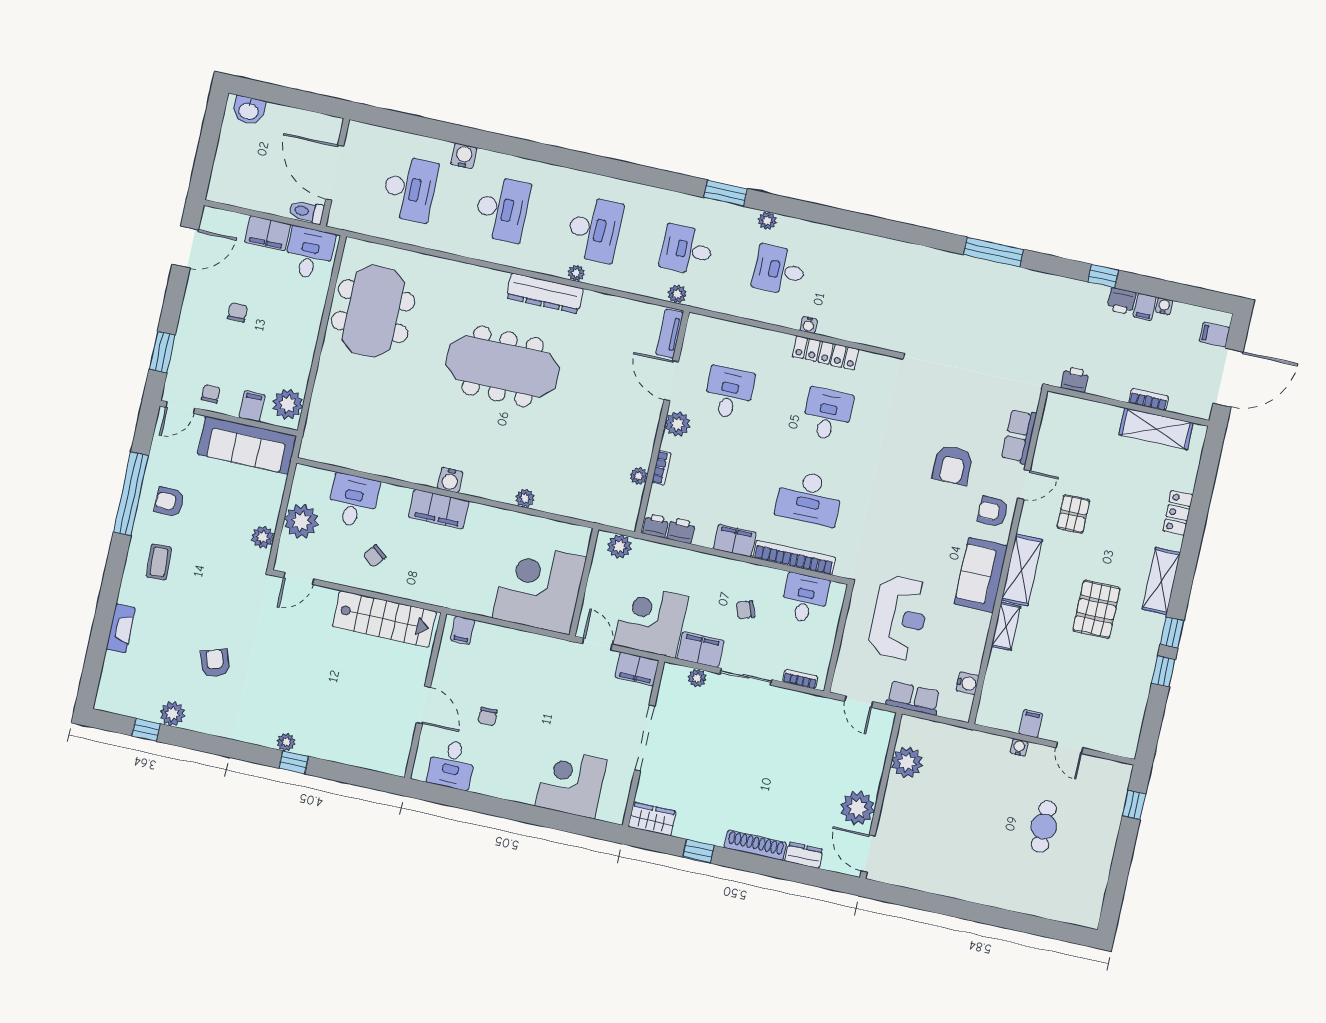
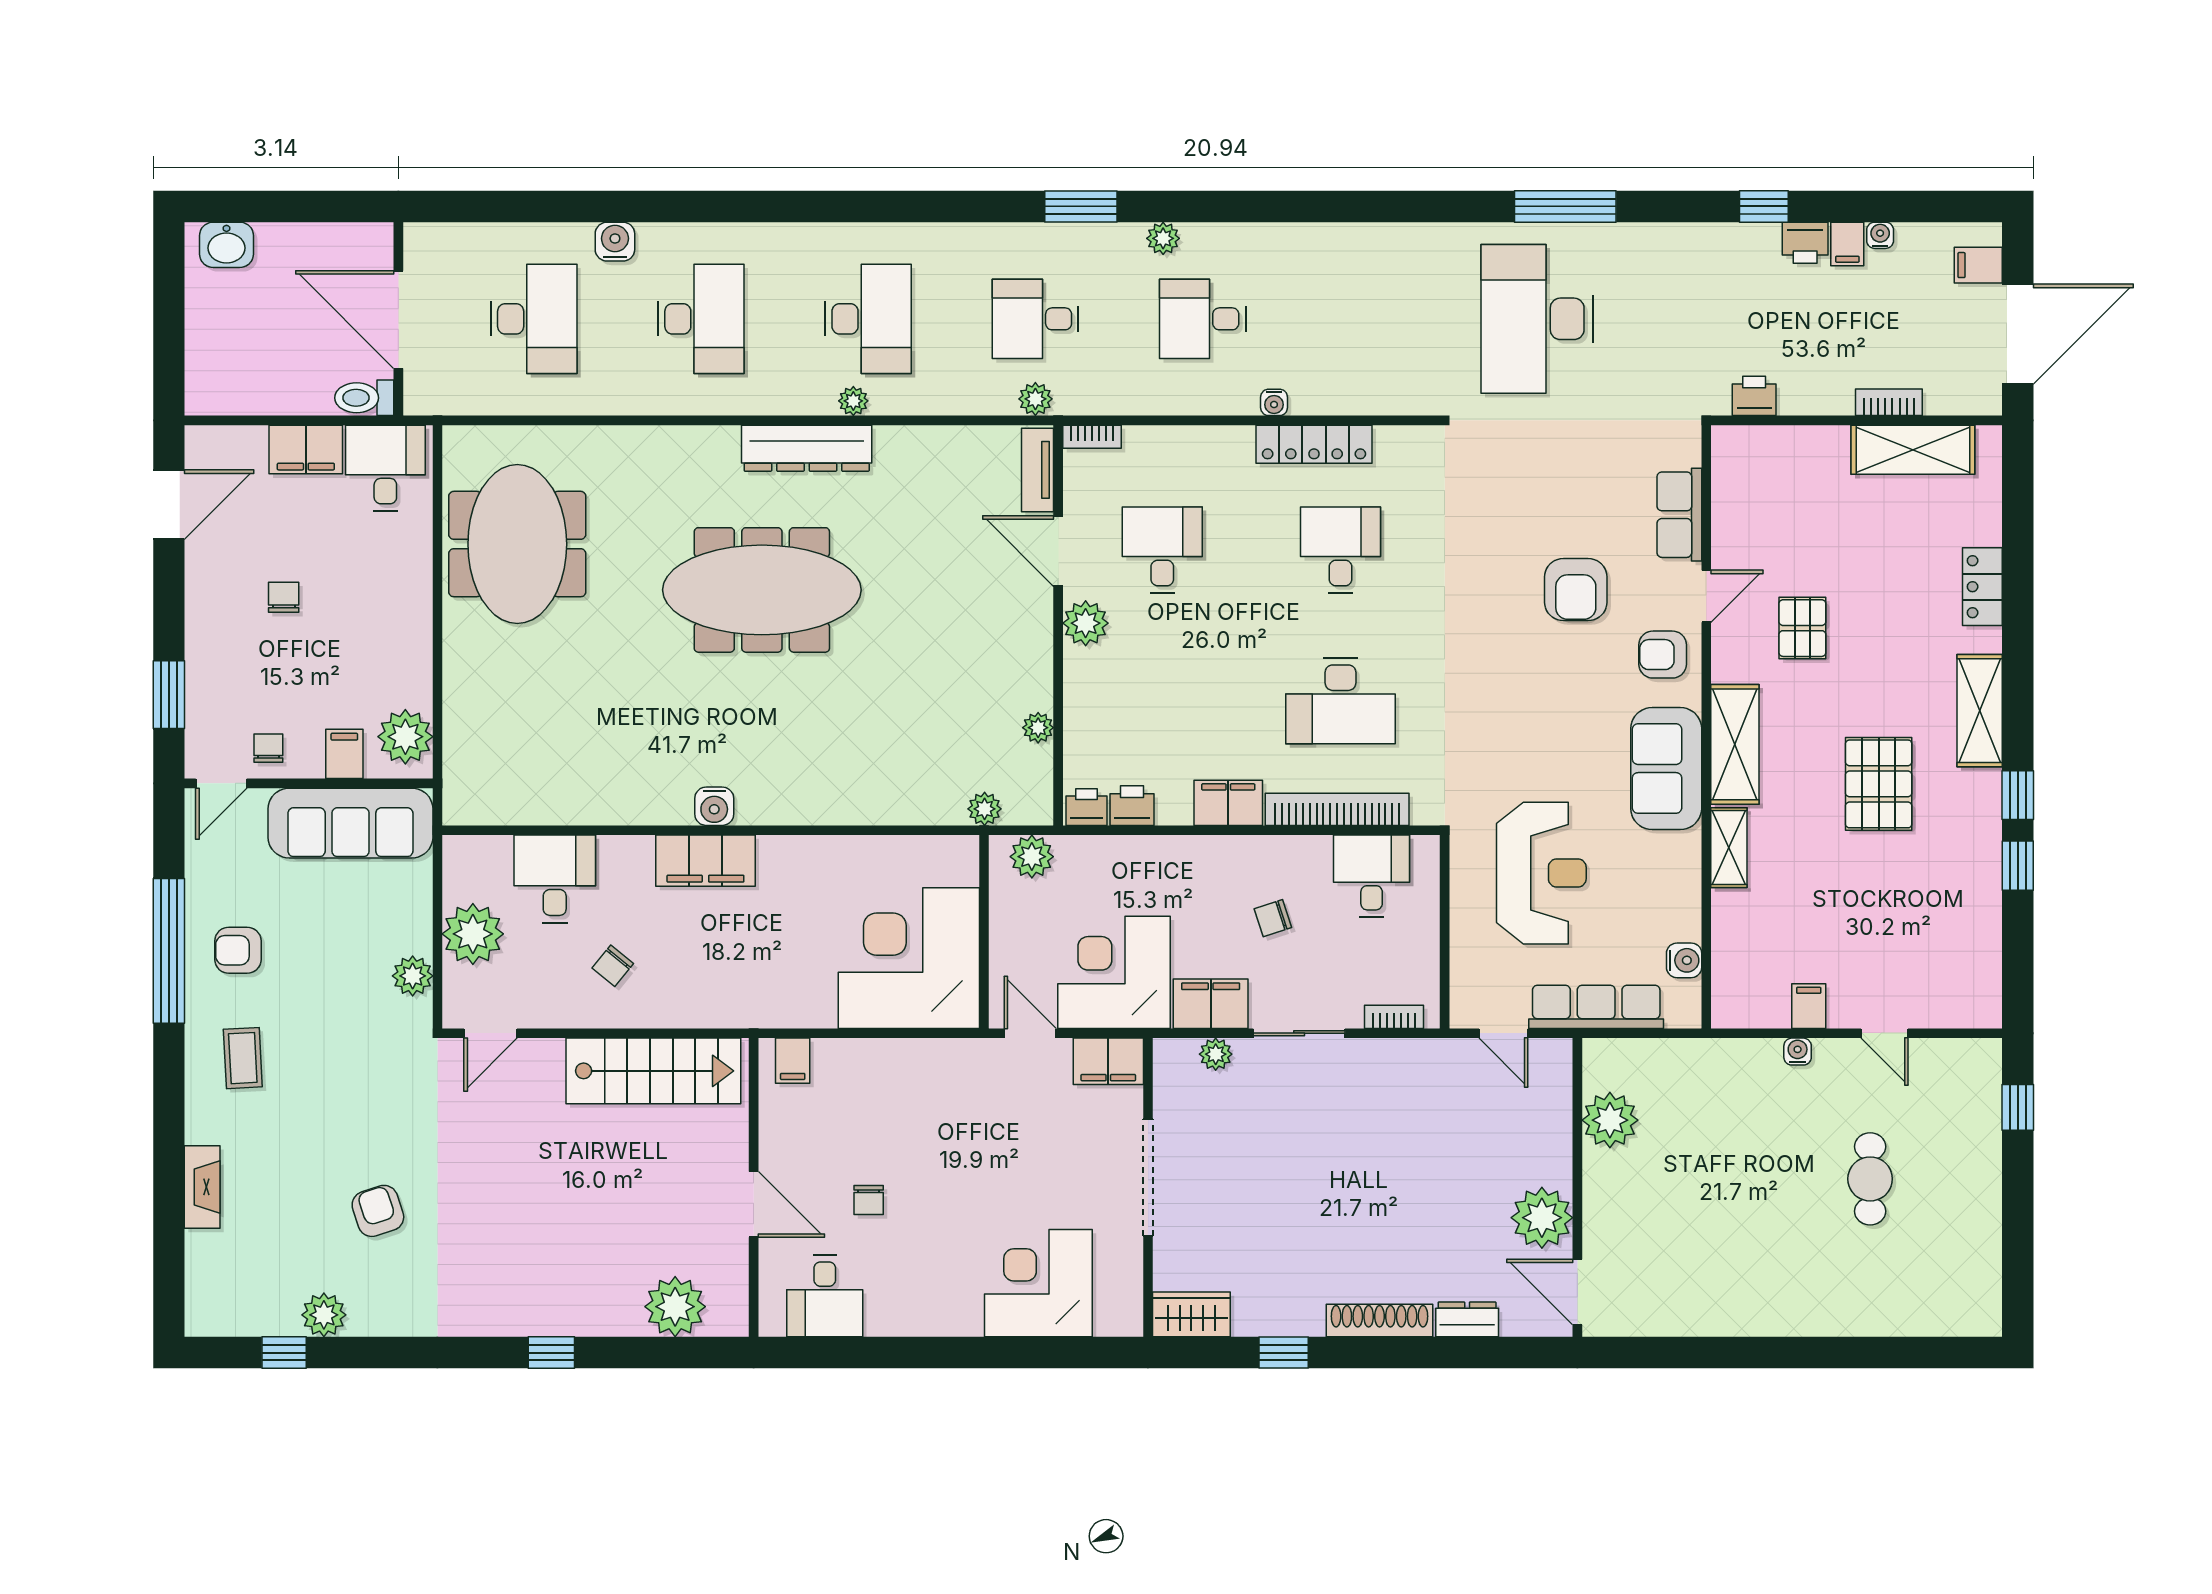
desk: (964, 311) -> (1537, 319), added
bookcase: (662, 468) -> (1092, 437), moved, turned 90
plant: (525, 498) -> (985, 809), moved
row of seats: (913, 698) -> (1596, 1007), width x1.48
plant: (286, 742) -> (675, 1307), moved, width x1.87, depth x1.87

